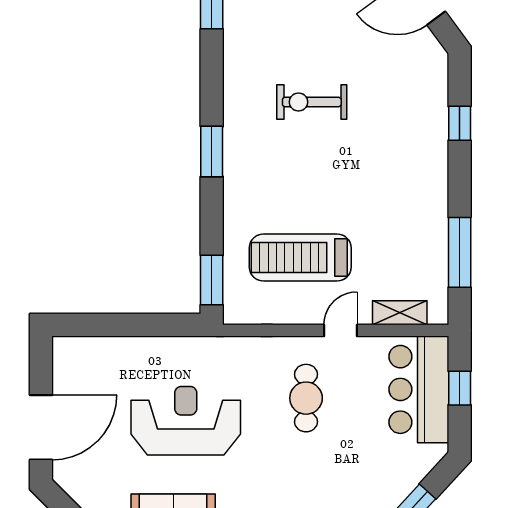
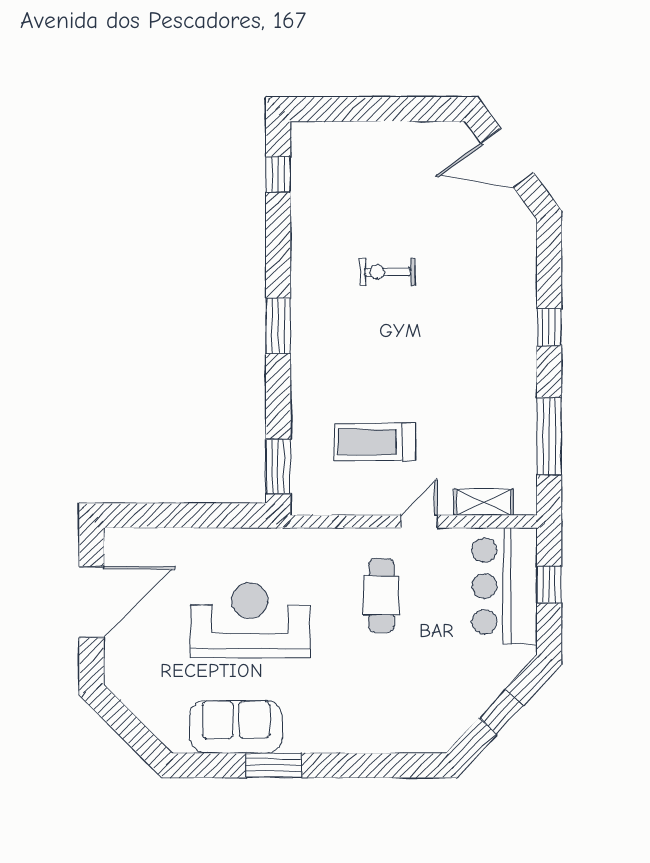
exercise bike: (312, 102) -> (388, 272), width x0.73, depth x0.72
window: (460, 123) -> (549, 327), moved
treadmill: (300, 258) -> (375, 442), width x0.73, depth x0.73
door: (41, 427) -> (92, 602), moved

